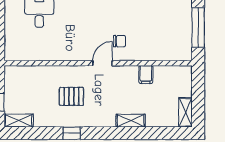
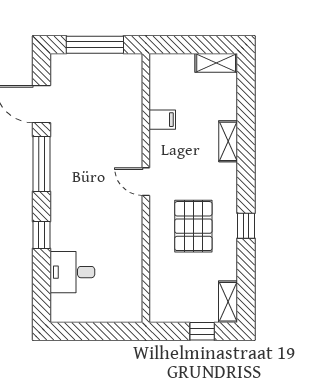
chair: (119, 41) -> (114, 157), removed
pallet: (71, 96) -> (193, 226), width x1.50, depth x1.42

